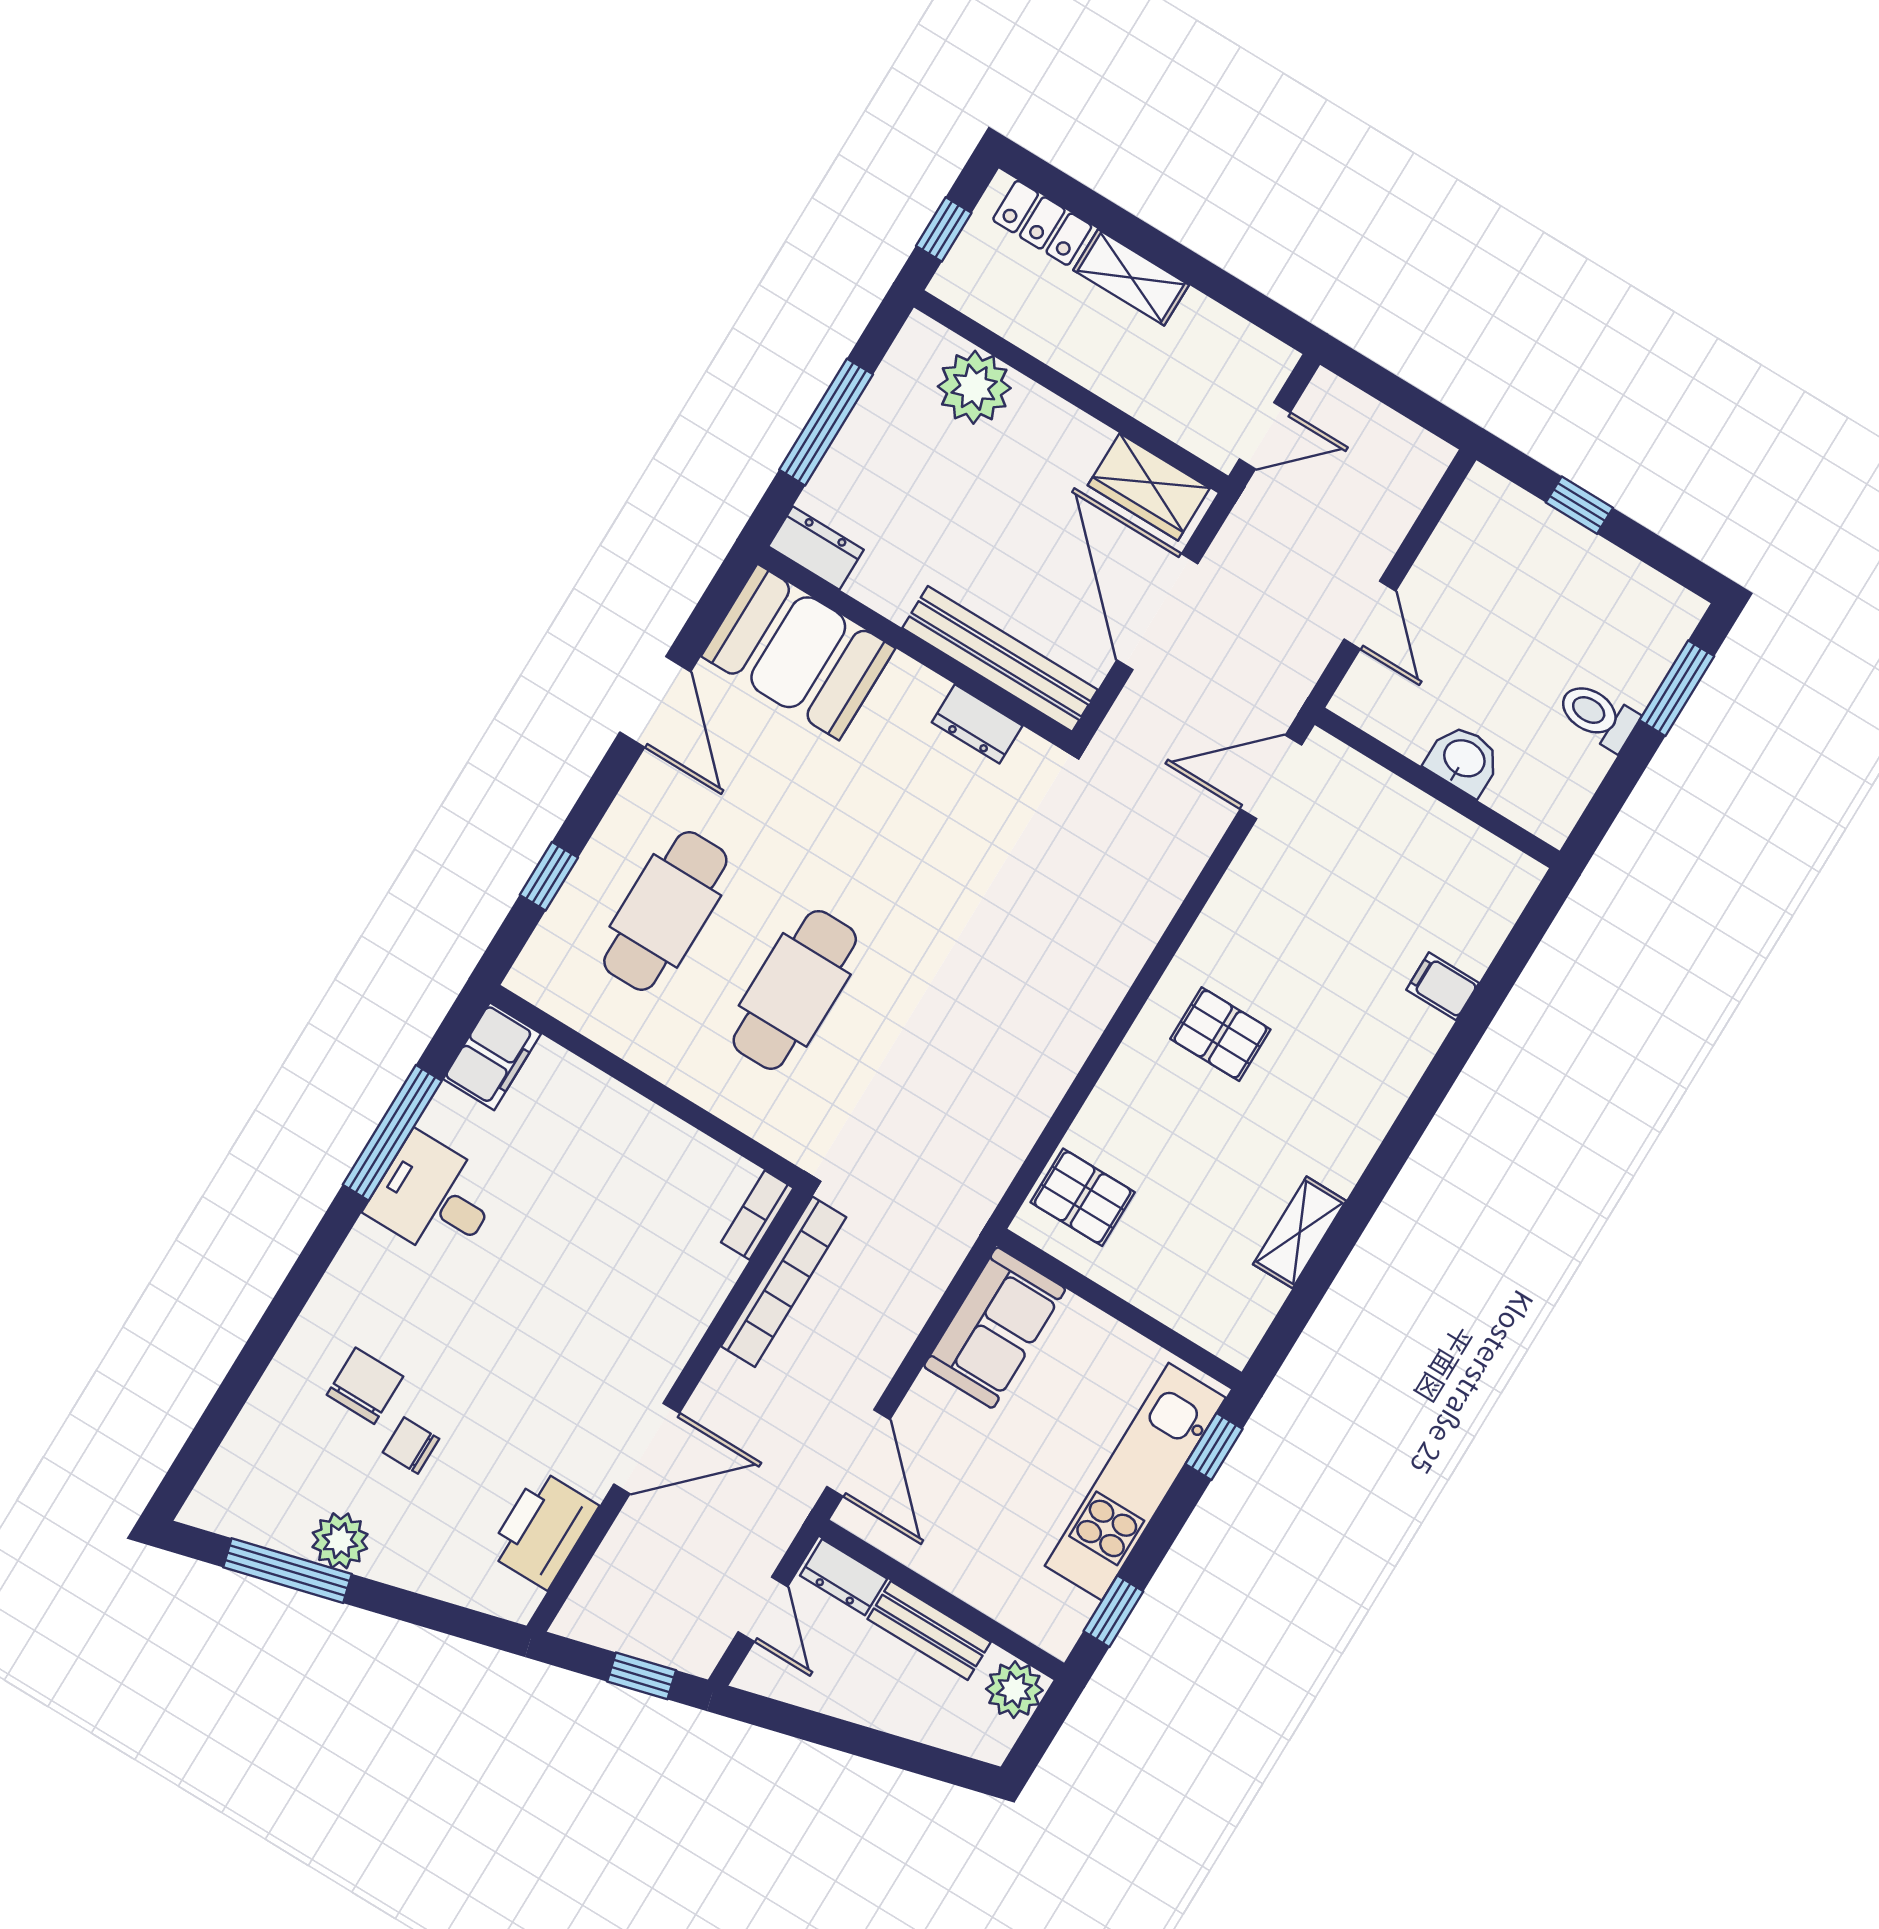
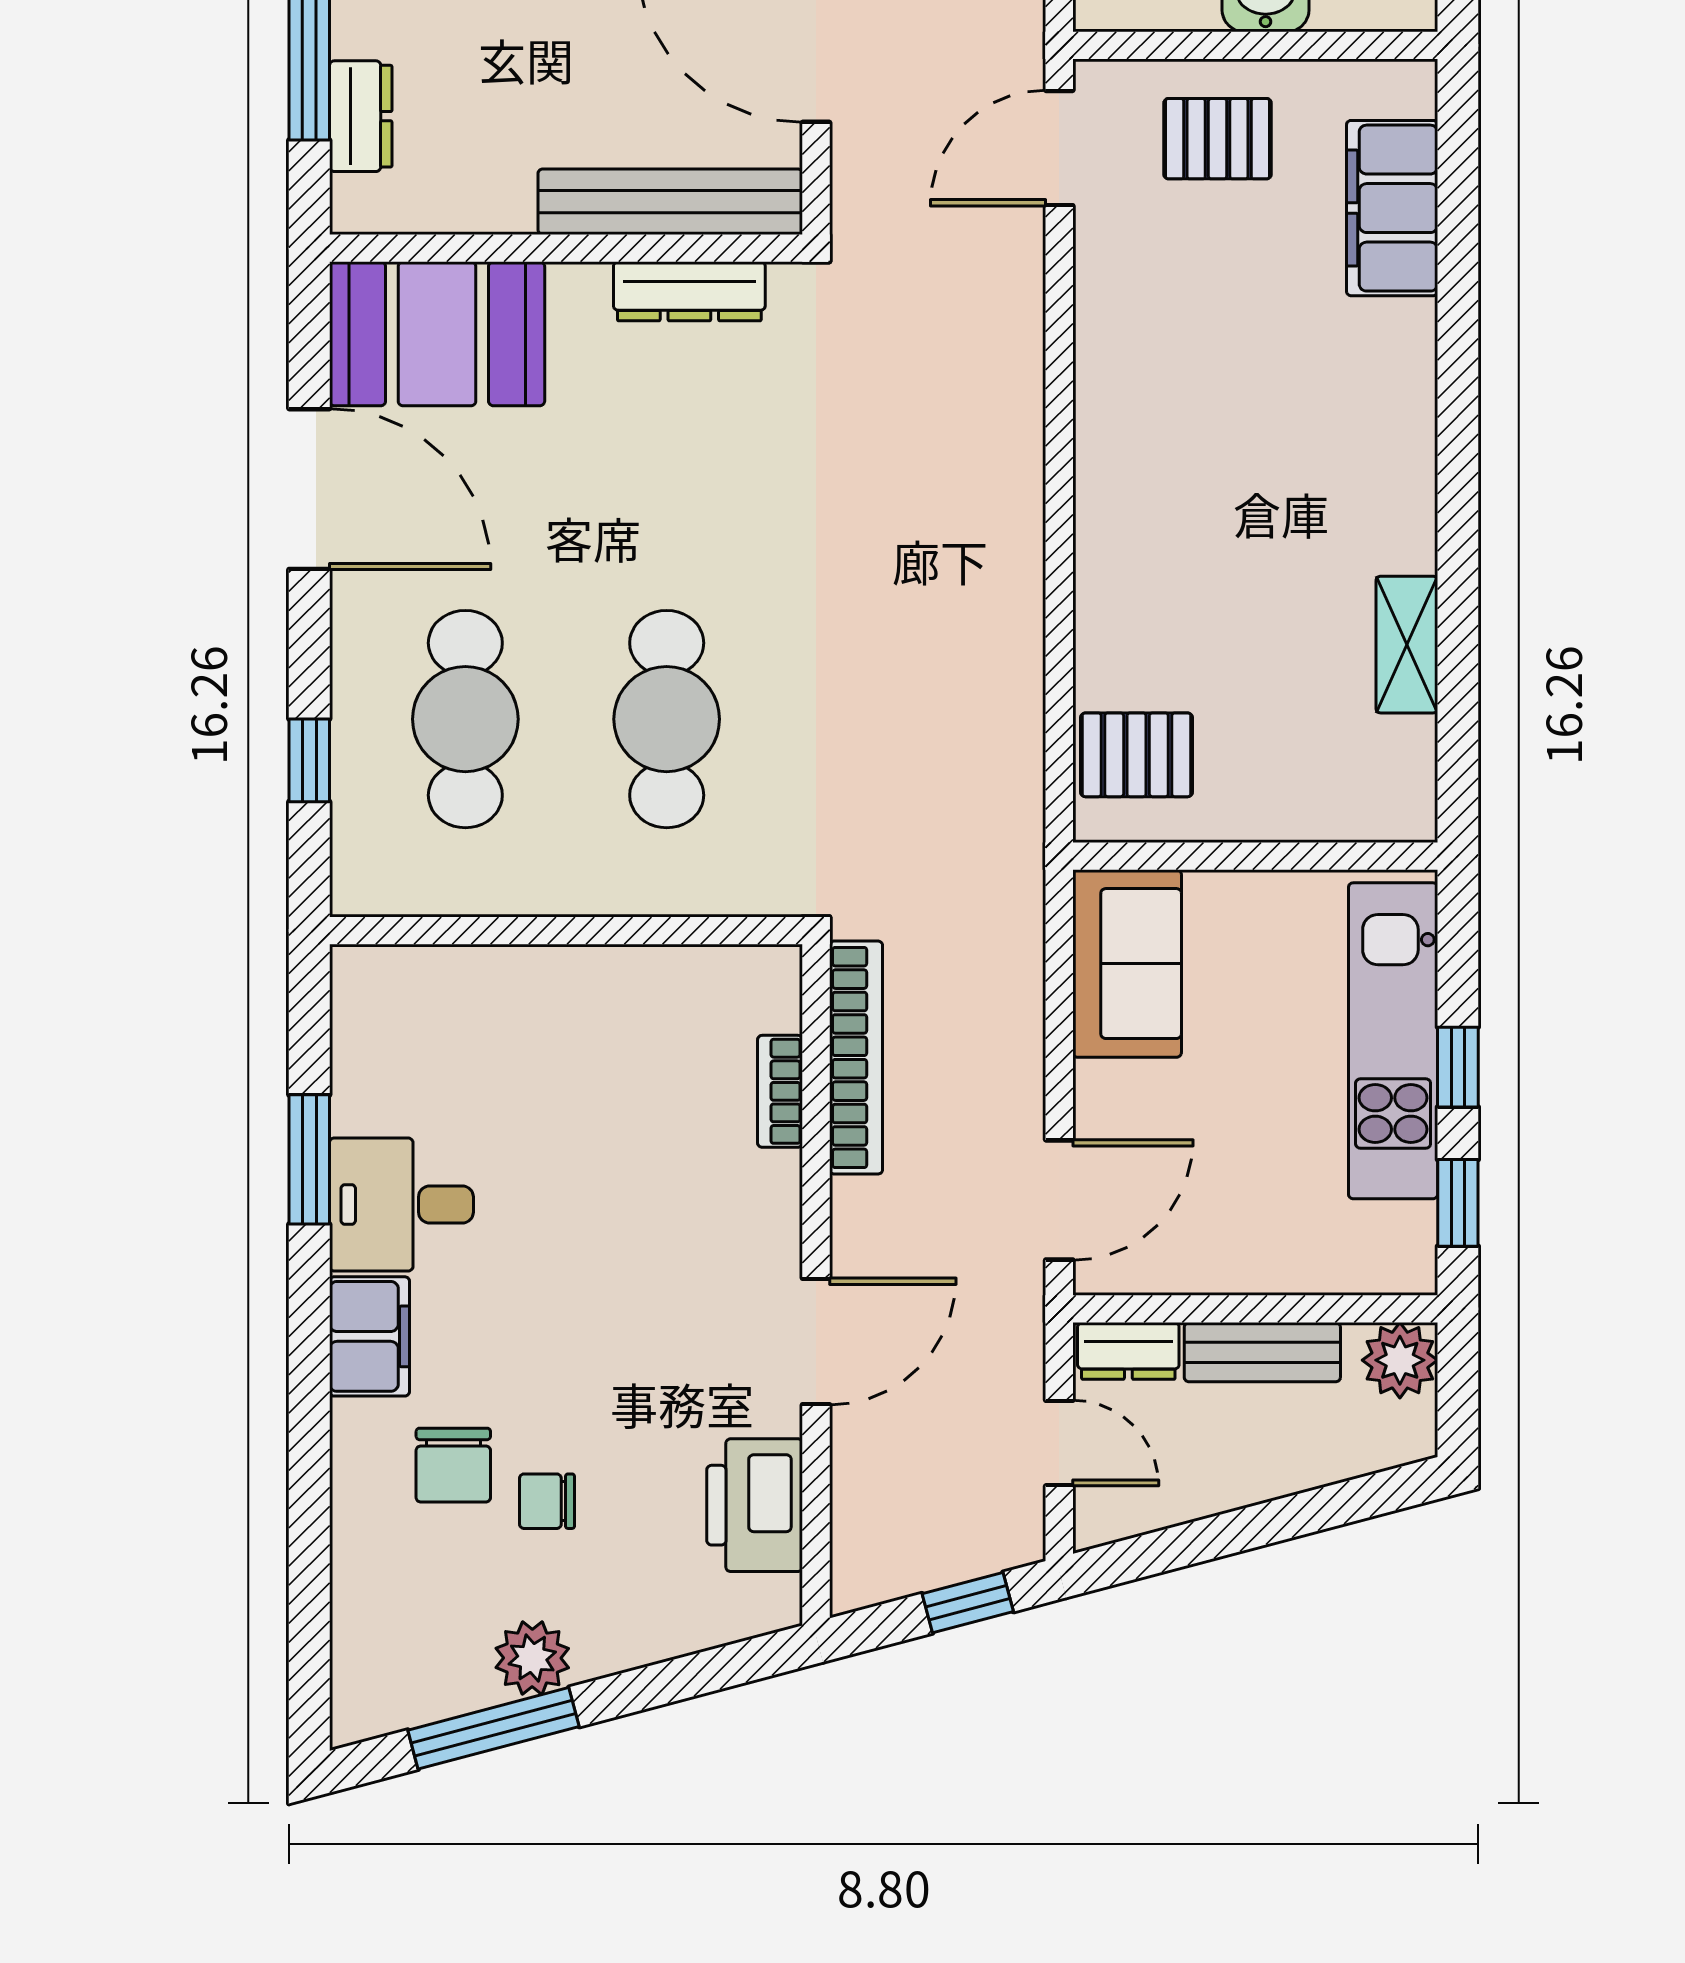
dresser: (816, 548) -> (361, 116), moved, turned 90
door: (655, 702) -> (309, 489), width x1.36
dresser: (977, 724) -> (689, 291), width x1.44
filing cabinet: (1443, 986) -> (1392, 208), width x3.00, depth x1.17
pallet: (1220, 1034) -> (1218, 139), moved
filing cabinet: (492, 1056) -> (369, 1336), moved
window: (392, 1133) -> (309, 1159), width x0.69
bookcase: (757, 1215) -> (780, 1091), moved
chair: (365, 1386) -> (453, 1465), turned 180
window: (1214, 1447) -> (1458, 1067), moved
door: (858, 1453) -> (1059, 1200), hinge flipped

